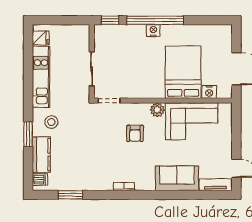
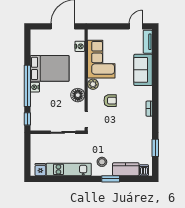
bed: (183, 72) -> (50, 68), moved, turned 180
floor lamp: (142, 89) -> (78, 95), added

